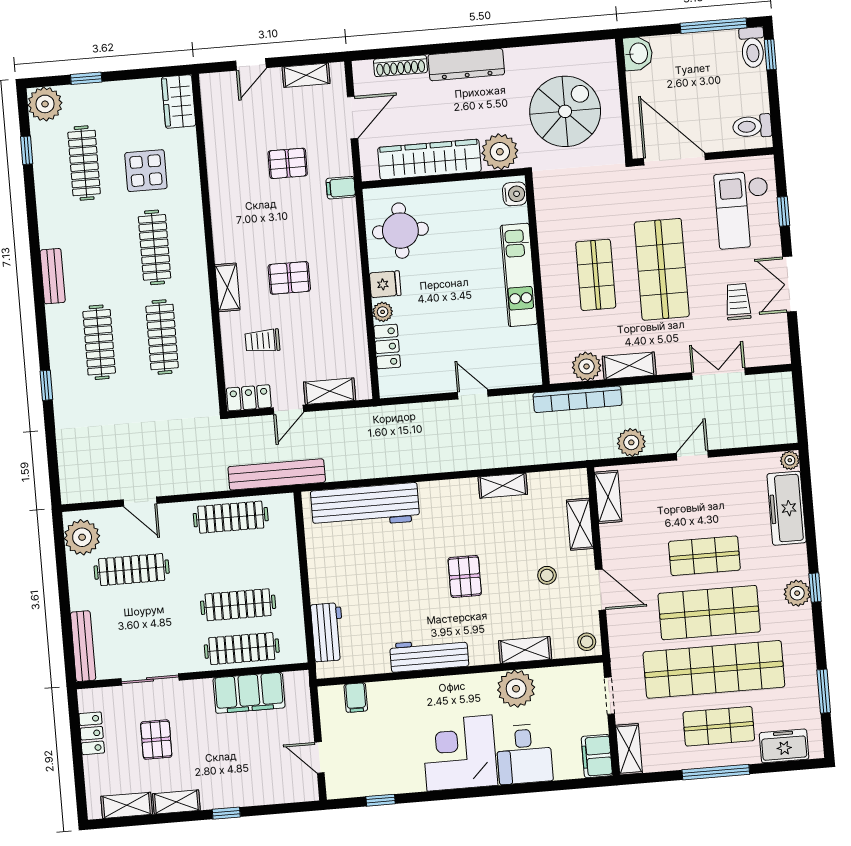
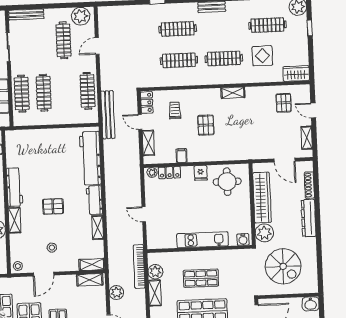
pallet: (288, 163) -> (284, 103), moved
filing cabinet: (341, 188) -> (182, 156), moved
shelving: (227, 287) -> (233, 93), moved
plant: (383, 312) -> (152, 172), moved
door: (473, 394) -> (144, 214), swing flipped
shelving: (580, 524) -> (92, 264), moved
workbench: (328, 632) -> (94, 200), moved, turned 90
shelving: (525, 650) -> (14, 220), moved

